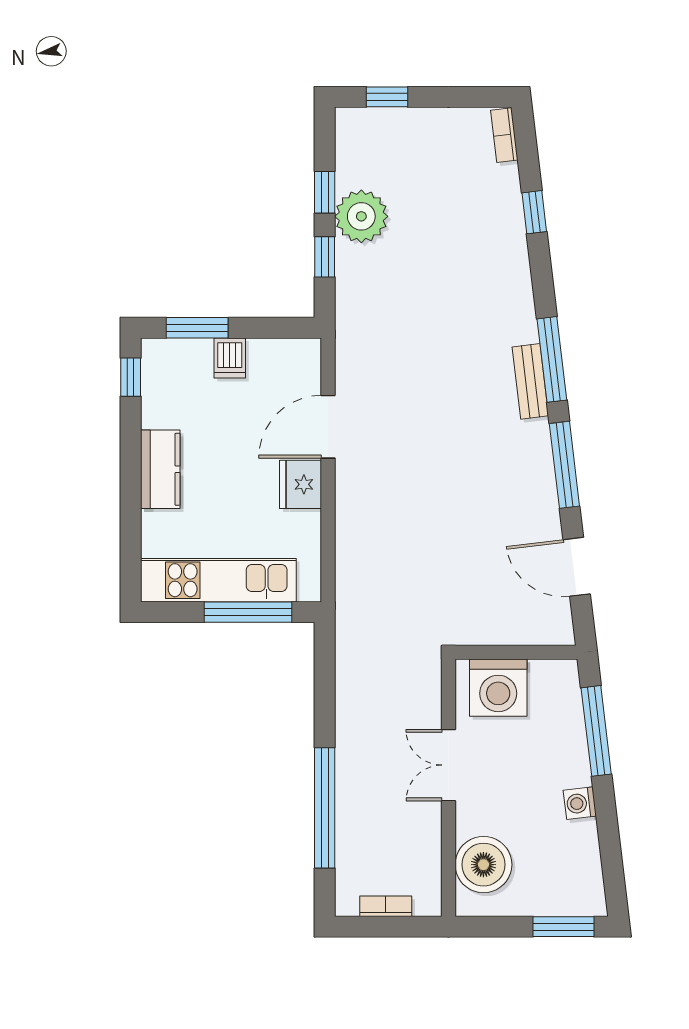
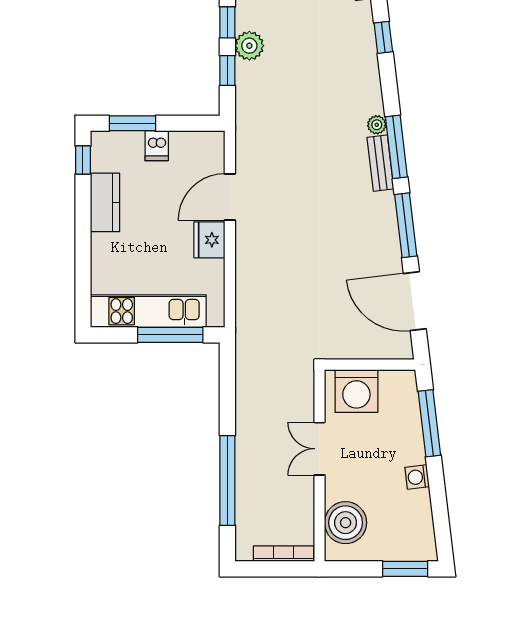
plant: (361, 216) -> (249, 46), width x0.73, depth x0.73
plant: (525, 330) -> (377, 125), added
kitchen counter: (160, 469) -> (105, 202), moved
door: (577, 567) -> (415, 301), width x1.36
bookcase: (386, 906) -> (284, 554), width x1.56

